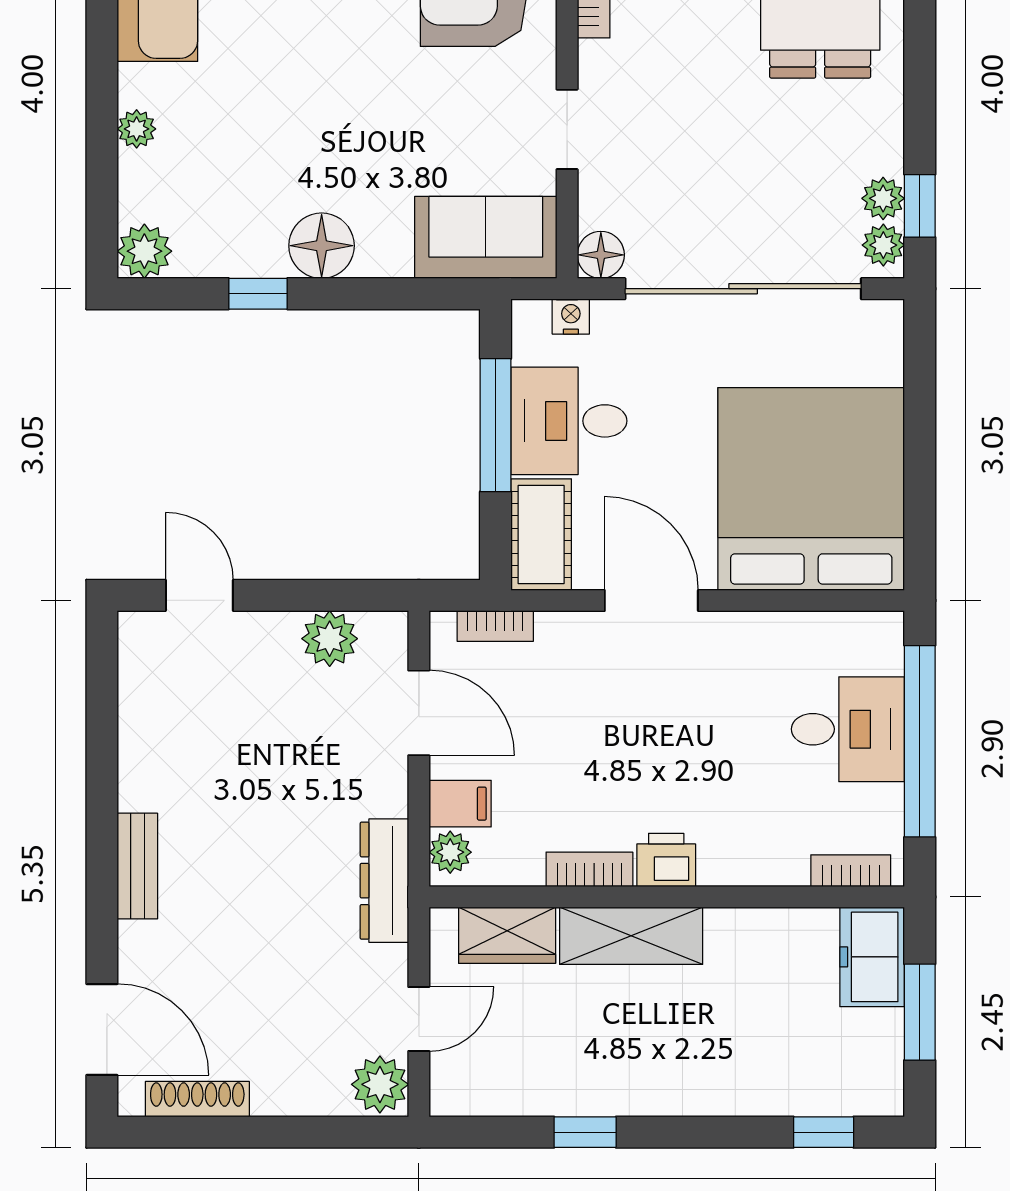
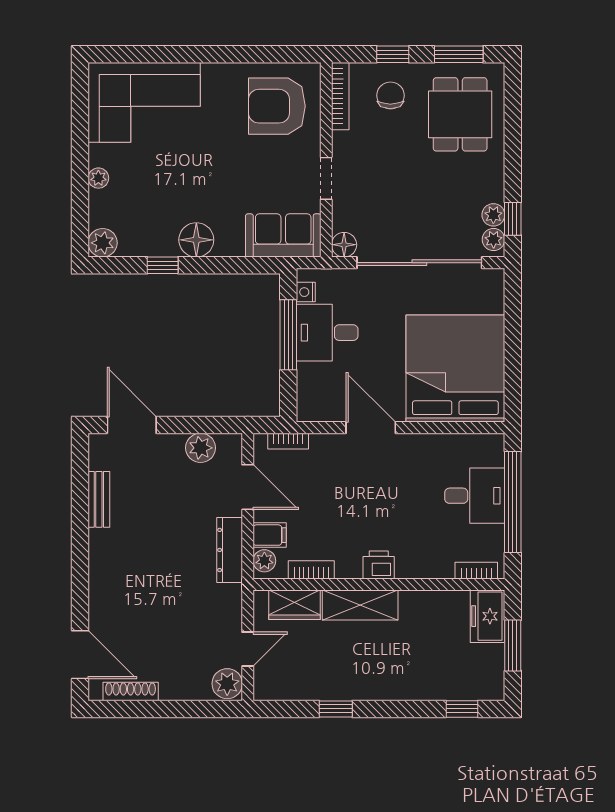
nightstand: (571, 316) -> (306, 292), moved, turned -90
cot: (541, 535) -> (312, 393), removed
door: (199, 595) -> (132, 425), width x1.38
bench: (137, 866) -> (99, 499), moved
bookcase: (589, 869) -> (311, 570), moved
dresser: (384, 881) -> (230, 550), moved

